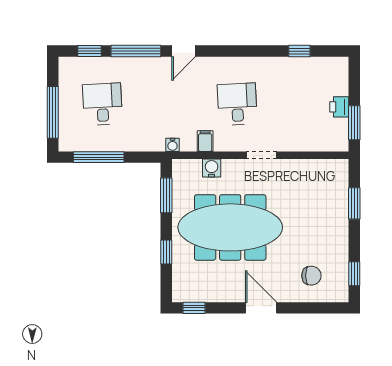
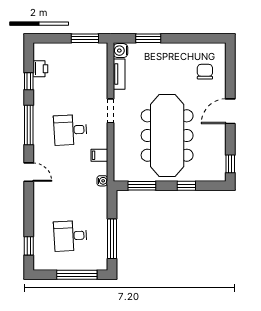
window: (136, 51) -> (29, 125), moved
printer: (339, 107) -> (40, 69), moved, turned -90
tv unit: (309, 166) -> (119, 74), added
water cooler: (212, 168) -> (120, 51), moved
window: (354, 274) -> (203, 38), removed

